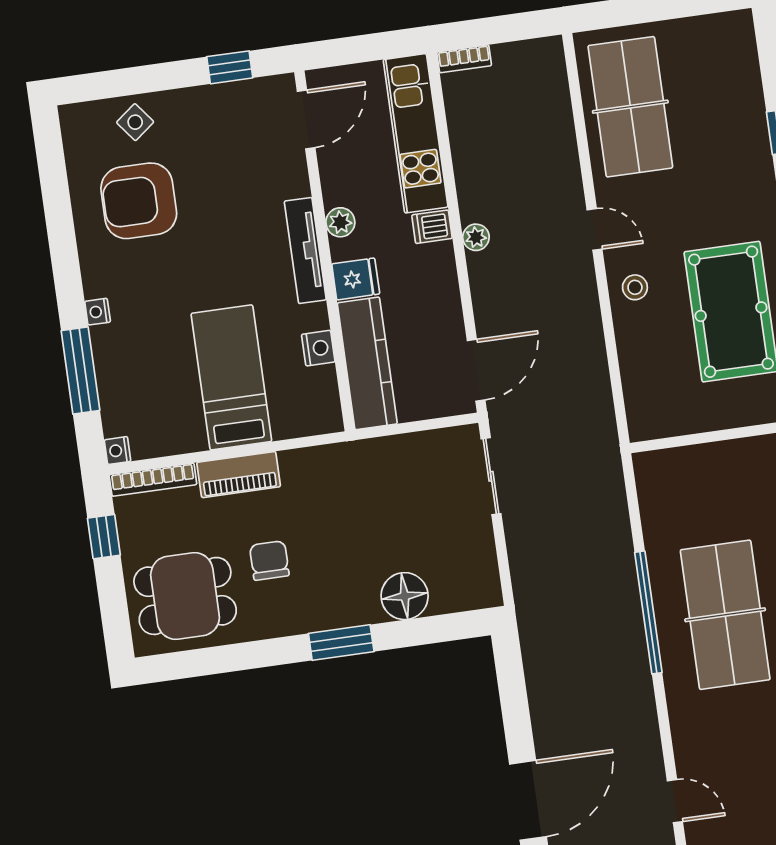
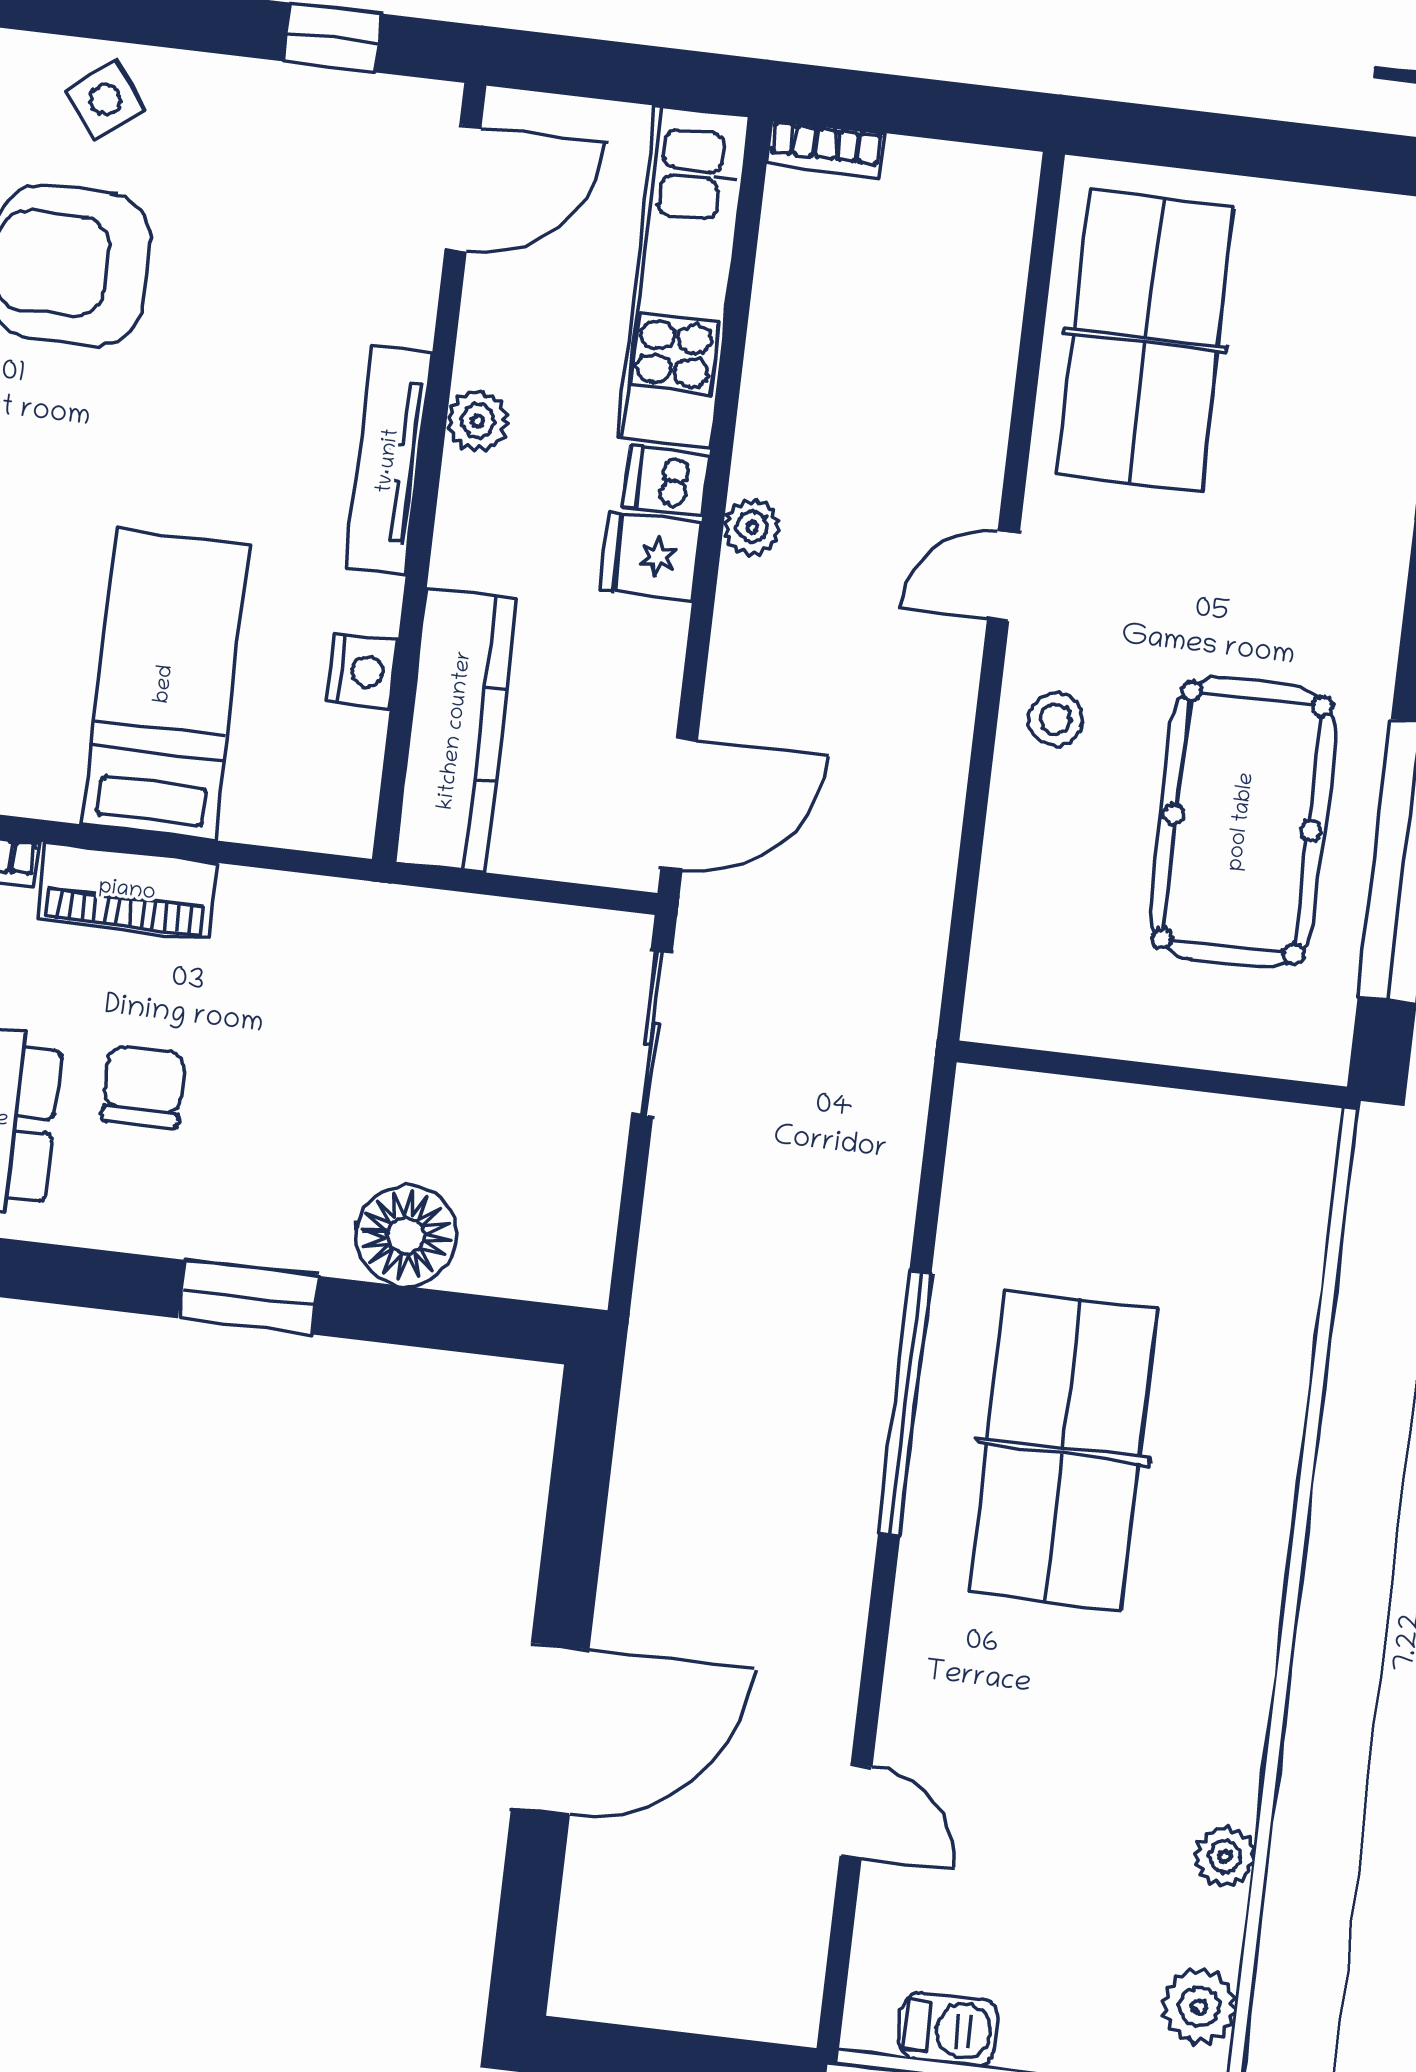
door: (595, 229) -> (1003, 576), swing flipped
fridge: (356, 279) -> (650, 556), moved, turned 180

